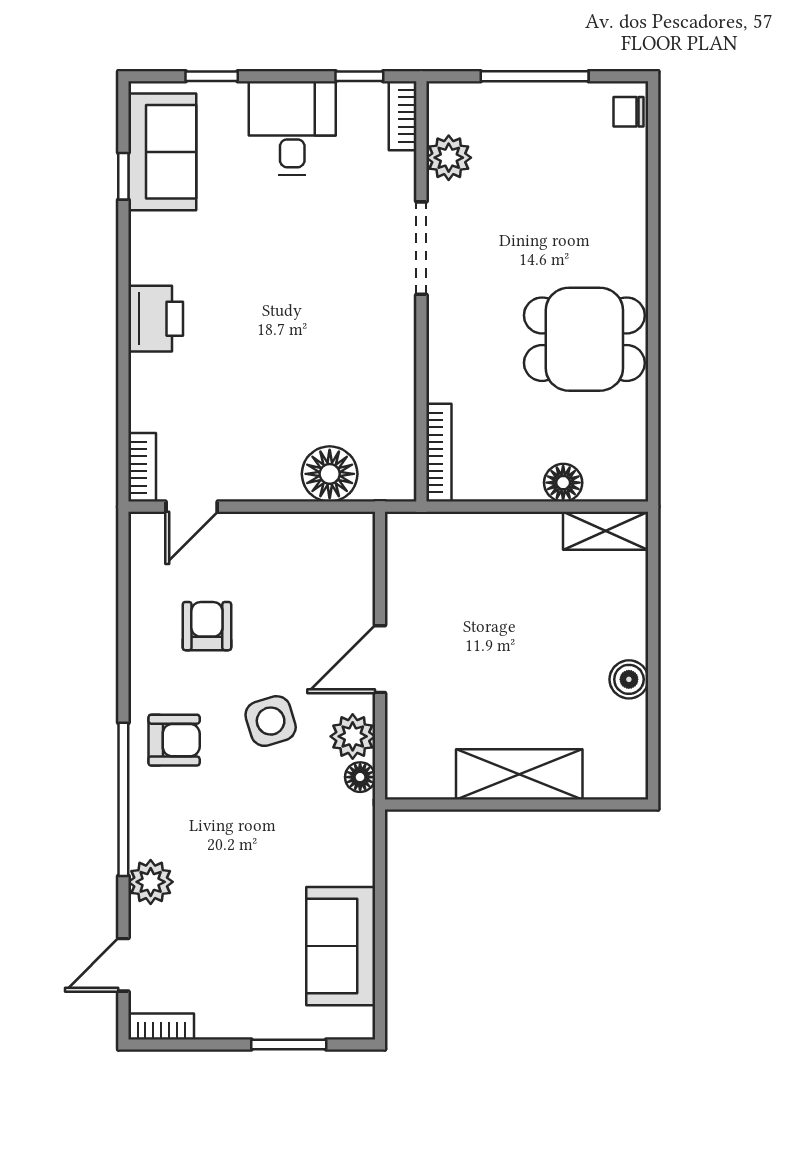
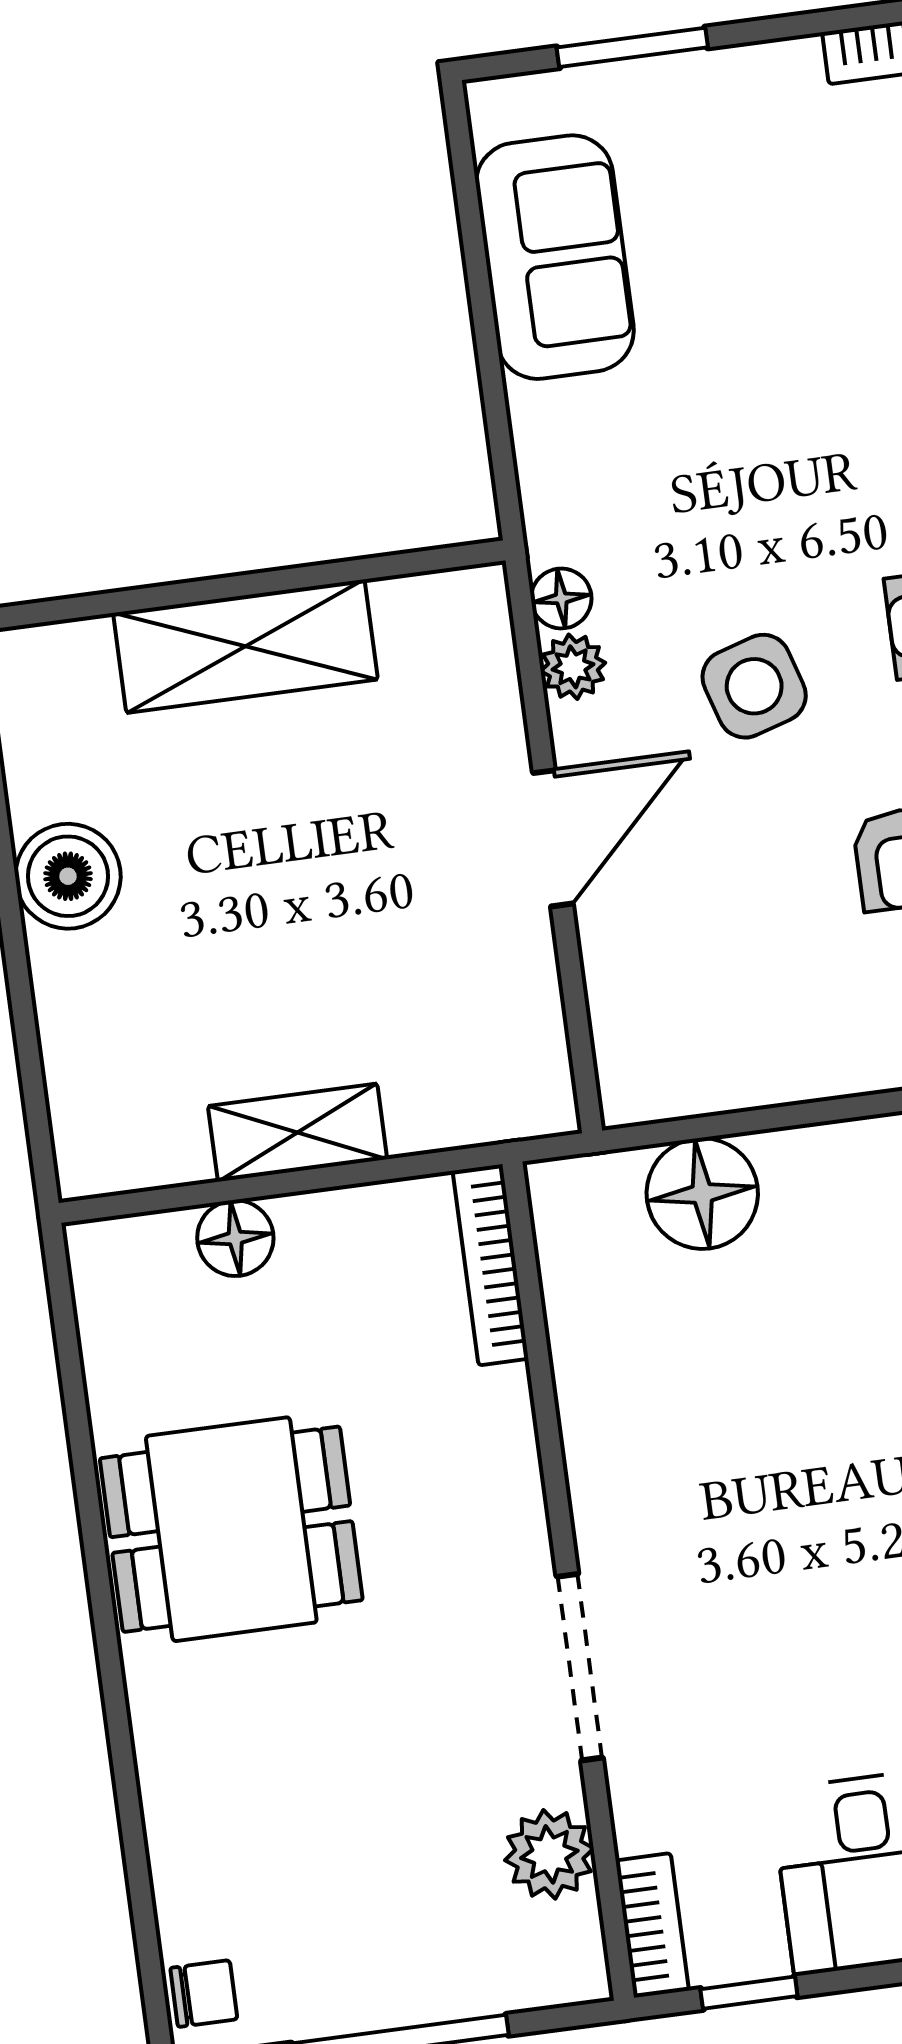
shelving: (606, 531) -> (298, 1133), moved
boiler: (629, 679) -> (68, 876), width x1.36, depth x1.36
plant: (353, 736) -> (573, 667), width x0.73, depth x0.73

